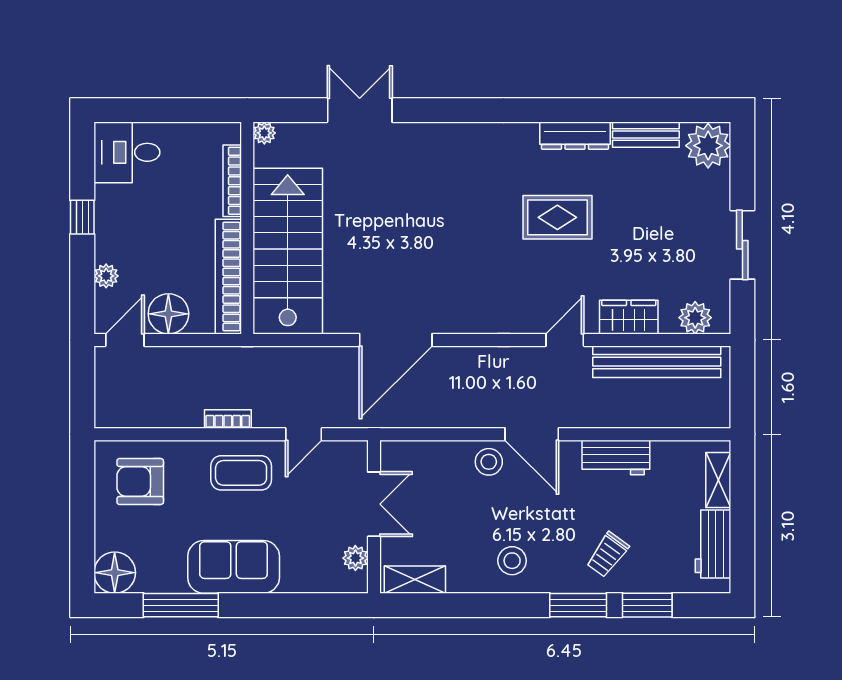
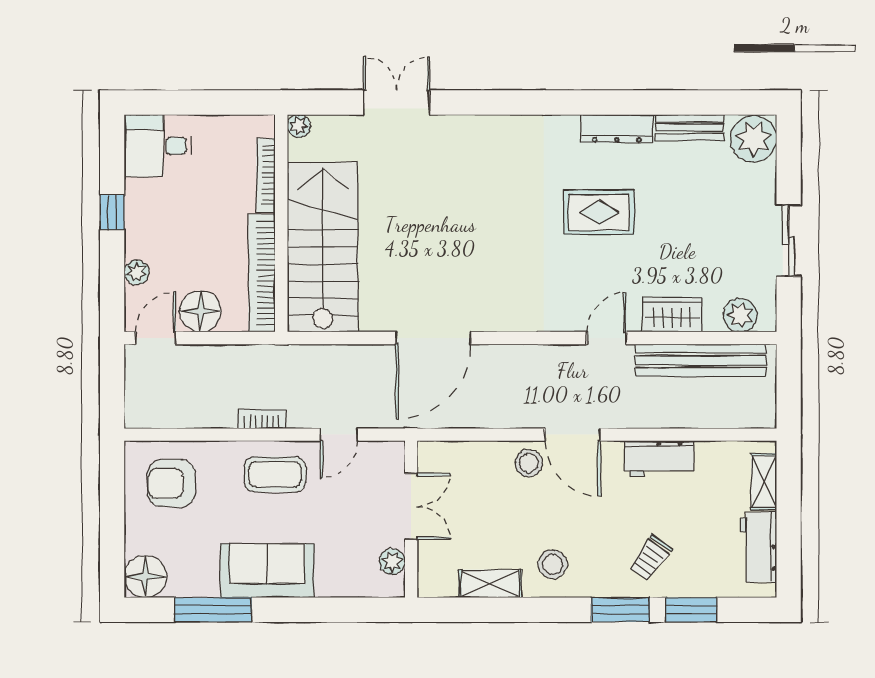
shelving: (415, 580) -> (490, 584), moved

